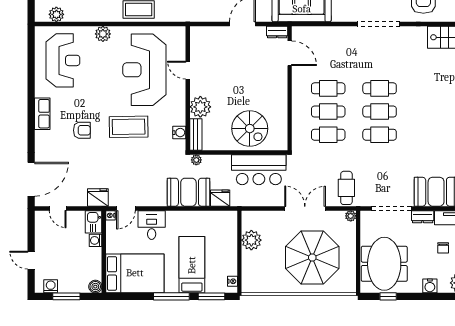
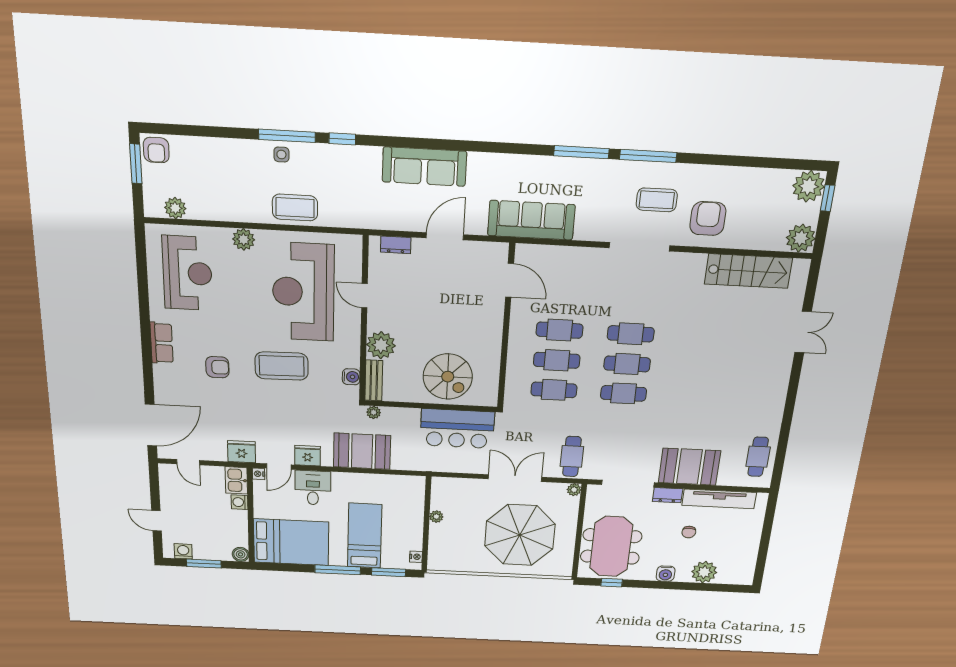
dresser: (277, 32) -> (396, 245), moved
fridge: (220, 198) -> (308, 456), moved
plant: (251, 240) -> (436, 517), width x0.53, depth x0.53

